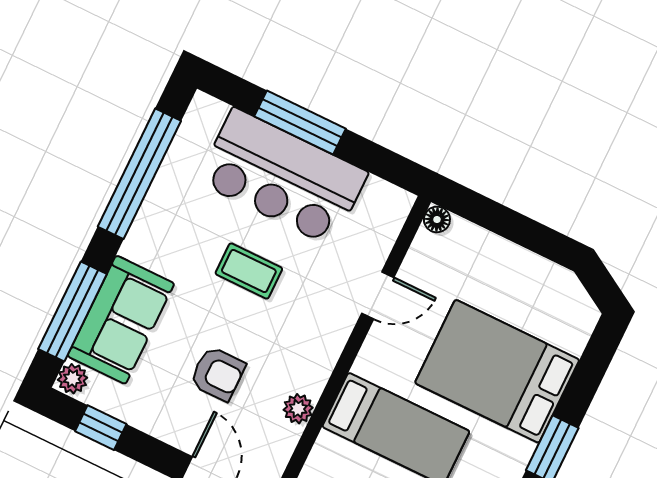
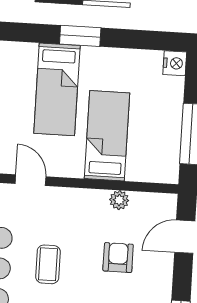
bed: (497, 371) -> (57, 89), width x0.67

